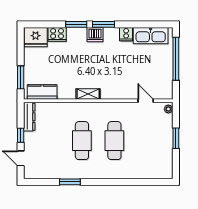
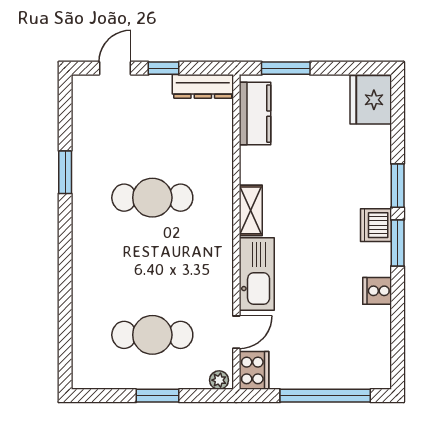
cooker: (57, 34) -> (254, 370), moved, turned 180
kitchen sink: (151, 36) -> (257, 274), moved, turned 180
cafe table: (114, 141) -> (152, 335), moved

